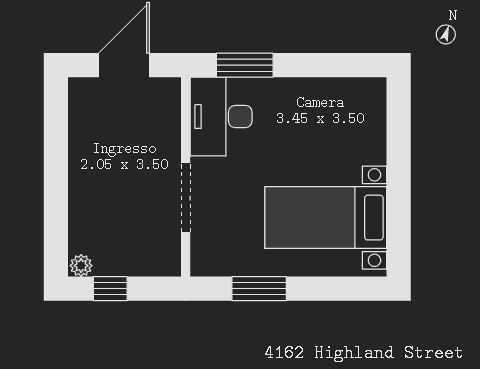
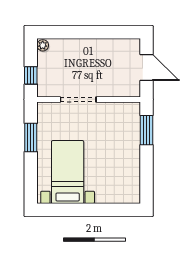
desk: (221, 116) -> (120, 118), removed
window: (110, 289) -> (31, 75), moved

